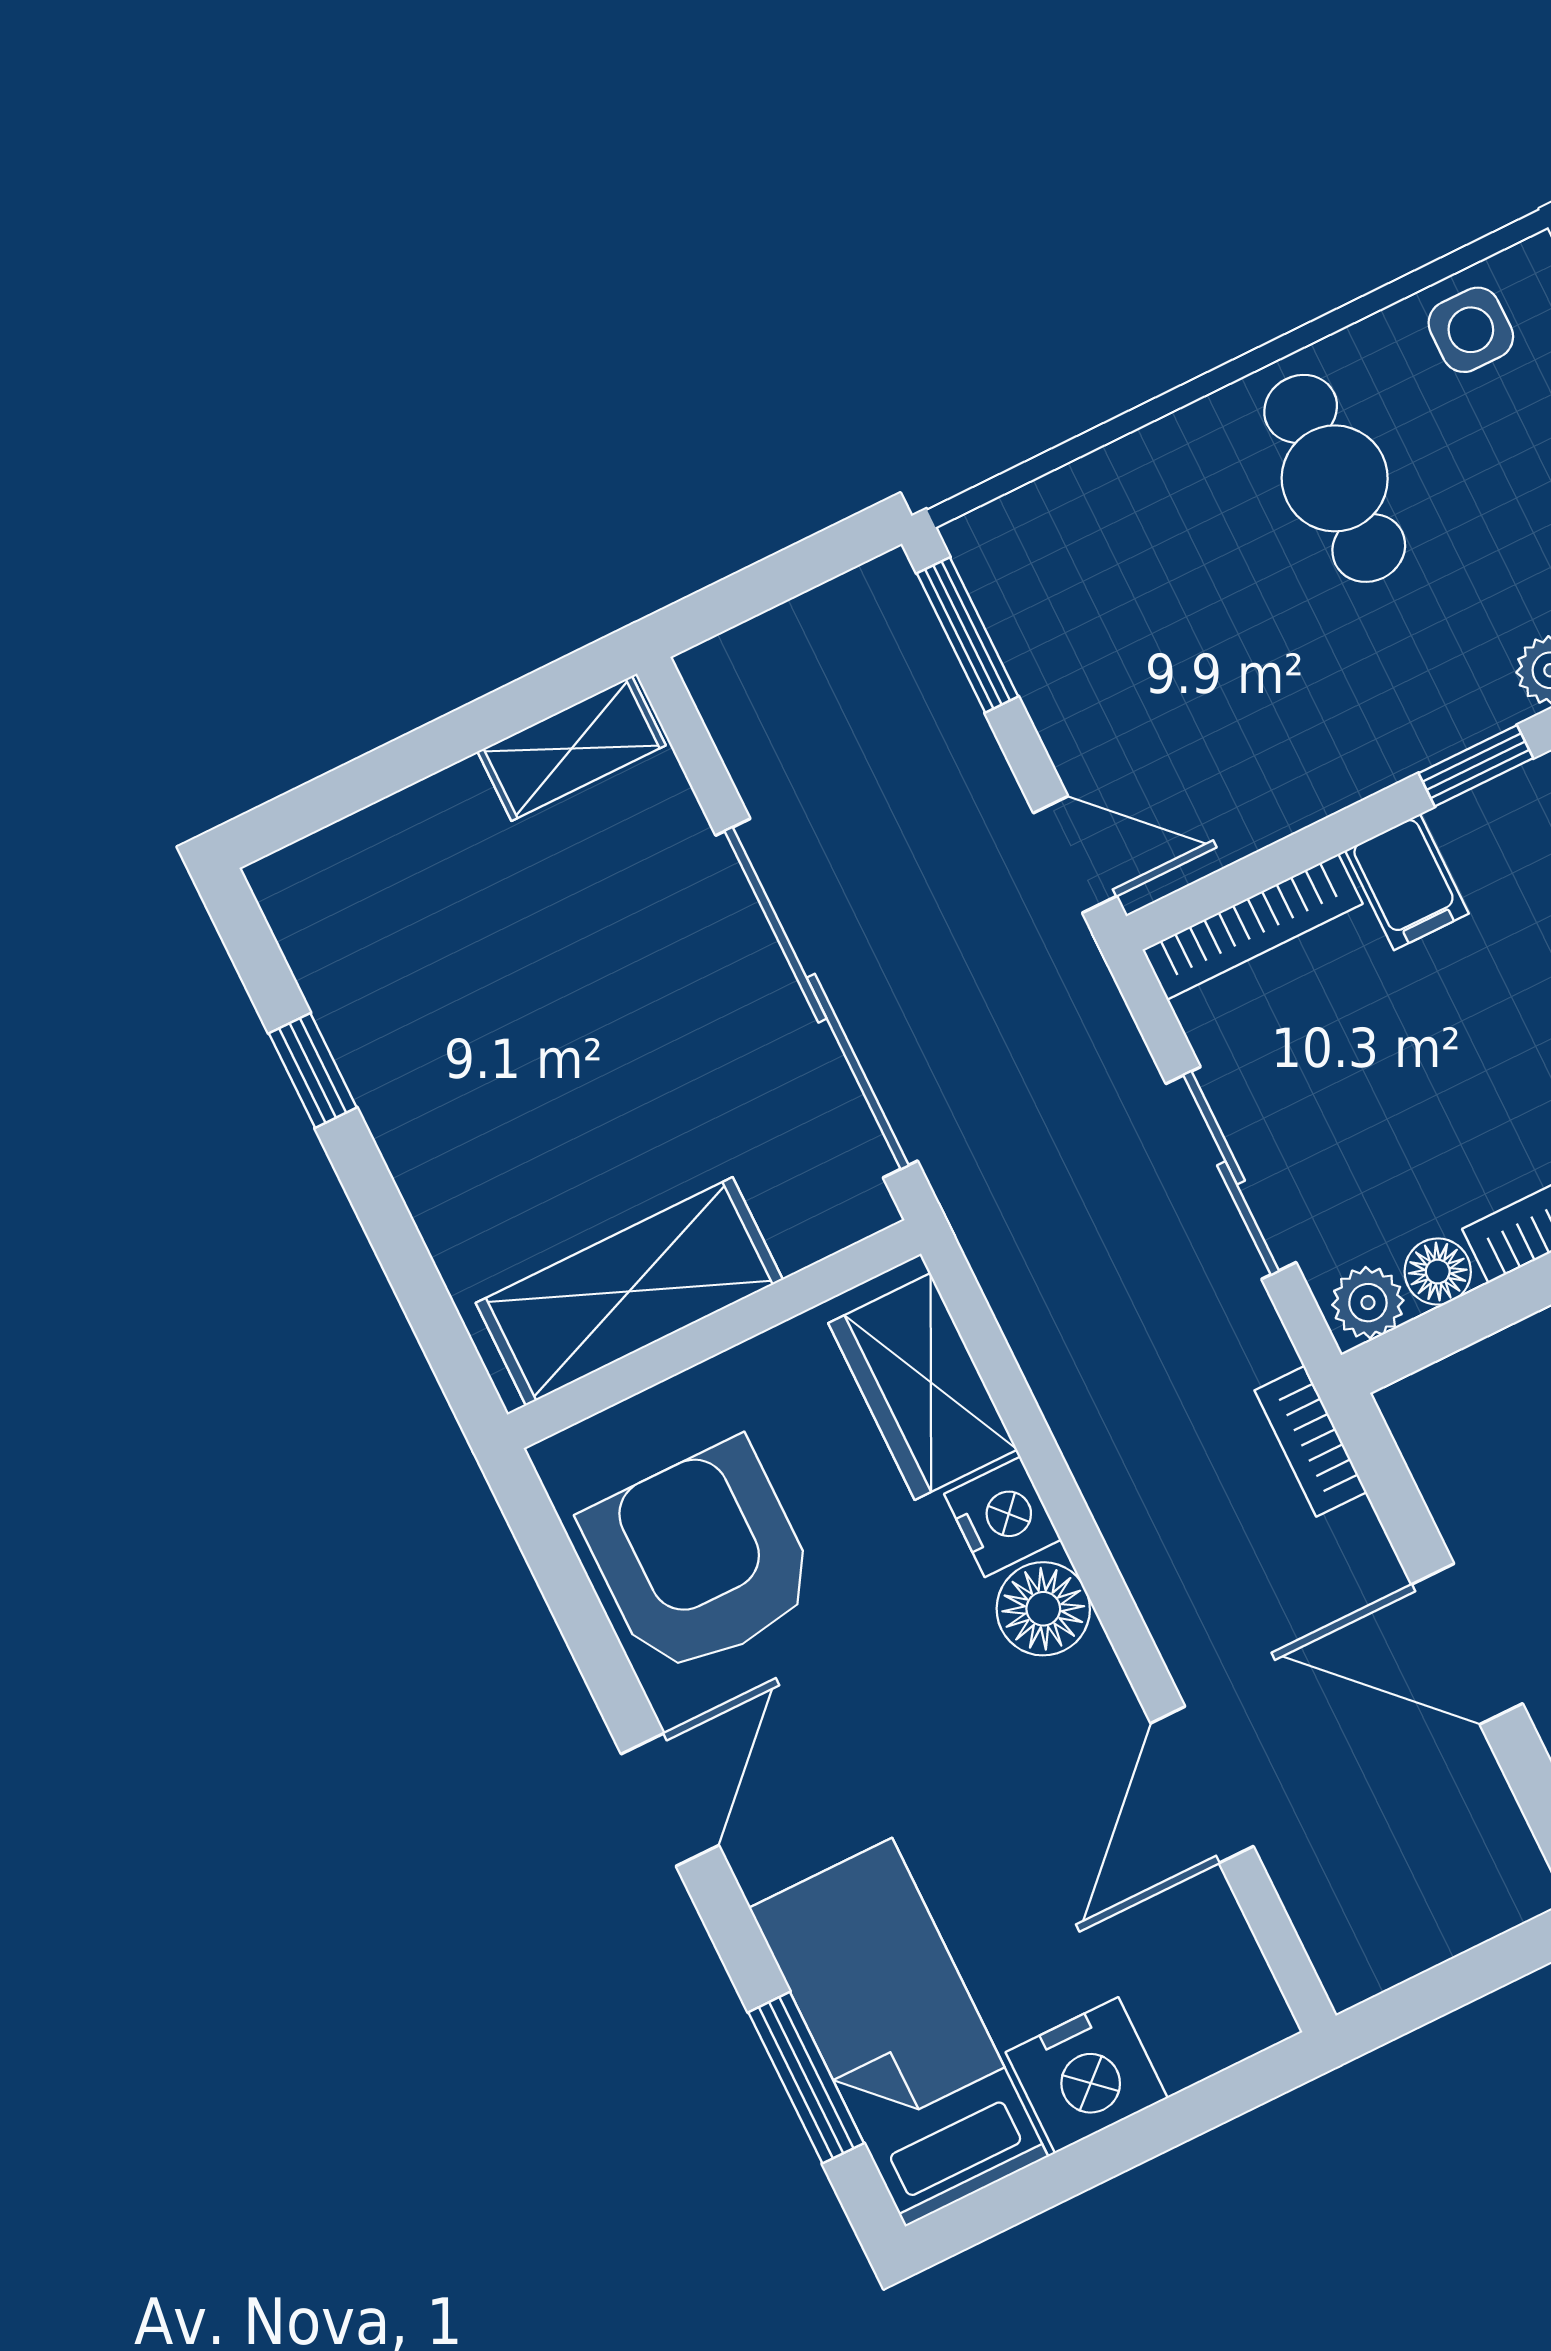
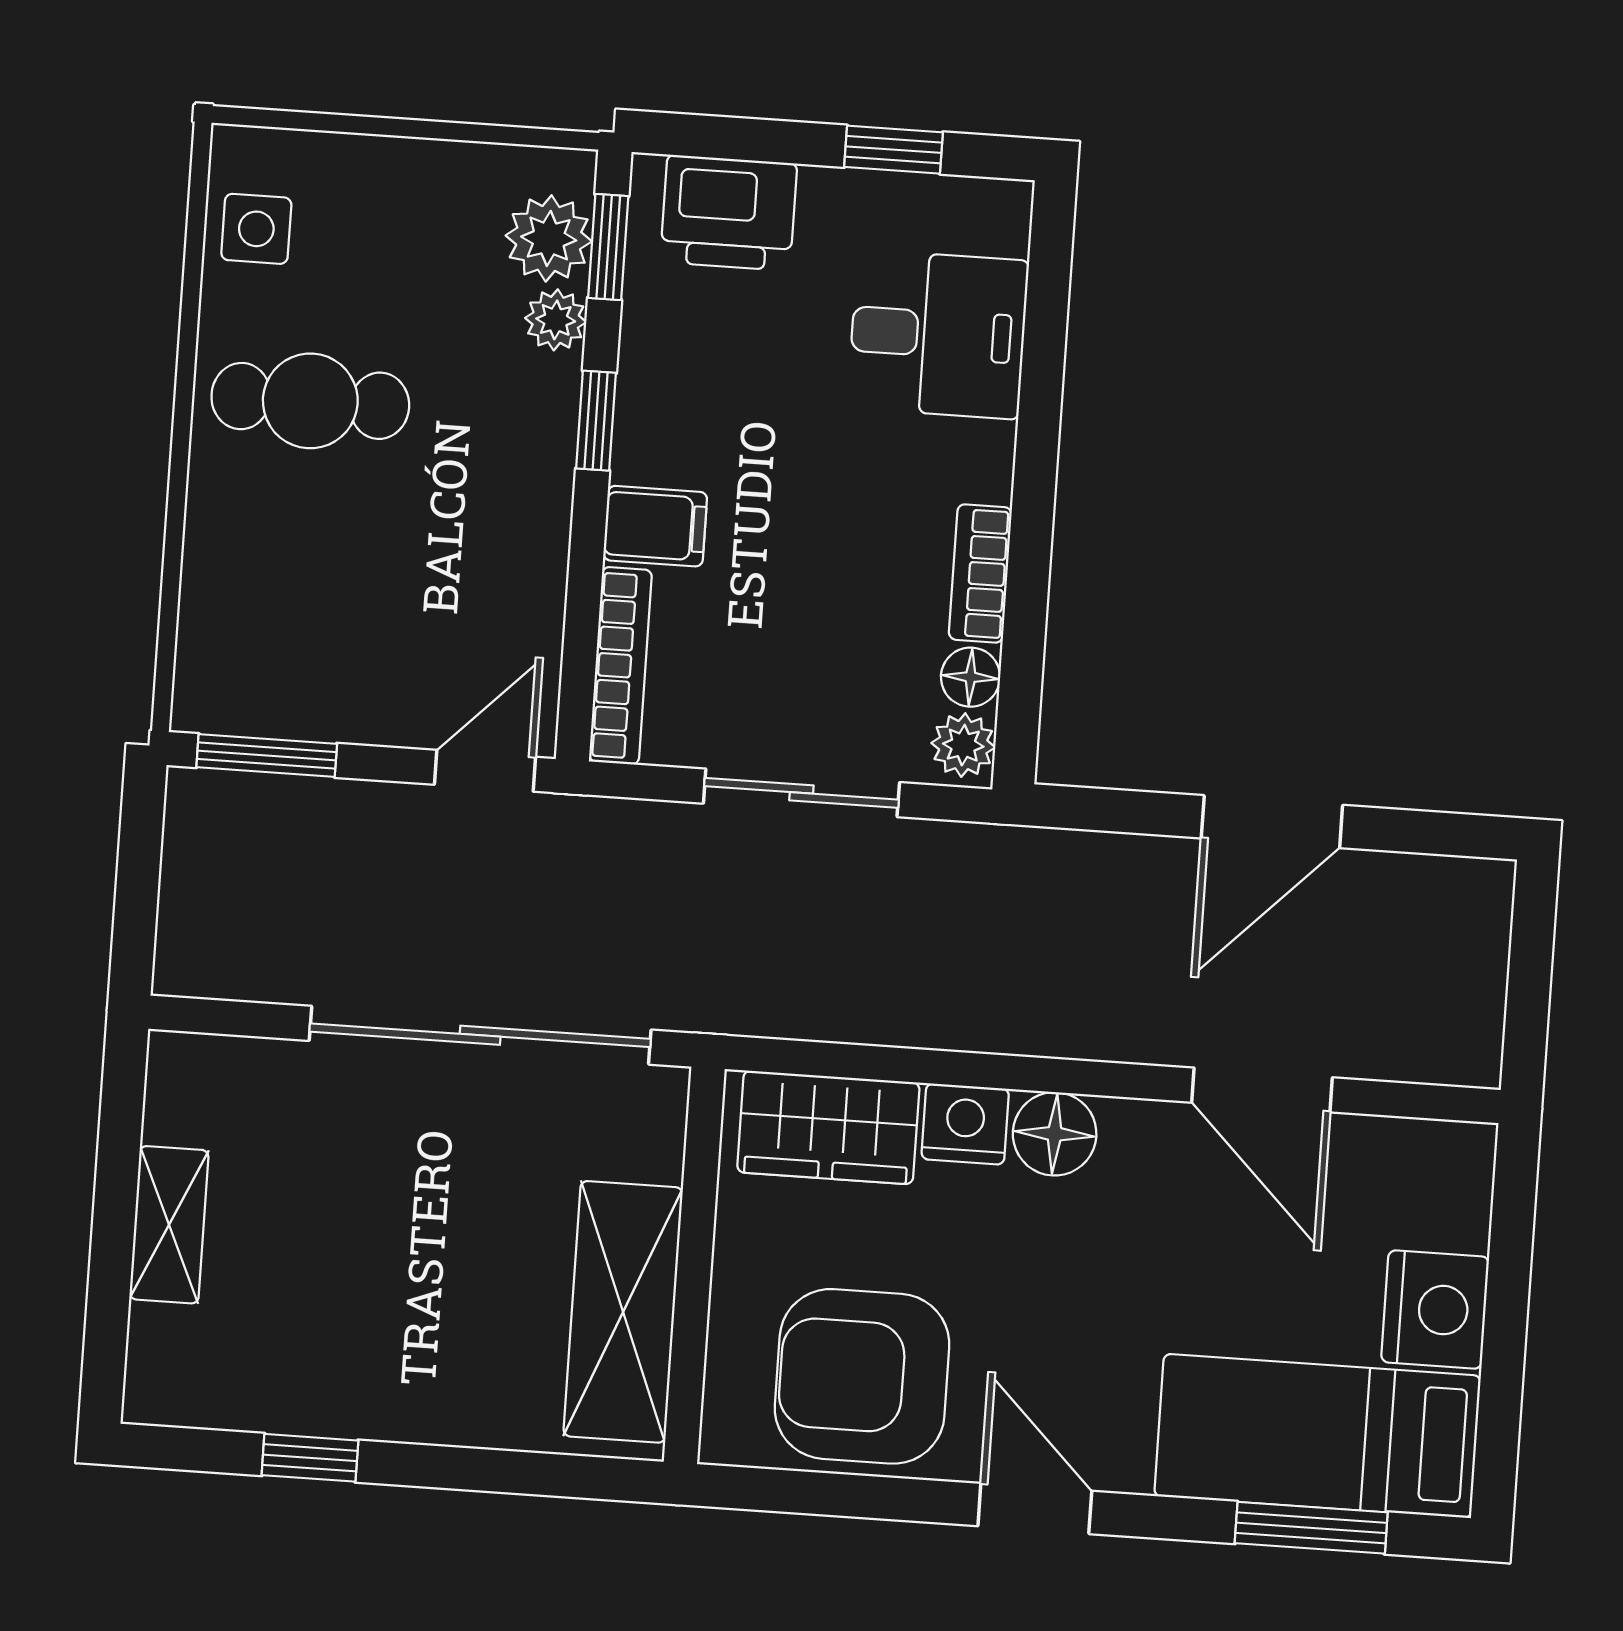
shelving: (572, 748) -> (169, 1225), moved
bookcase: (1311, 1441) -> (1045, 852), removed

